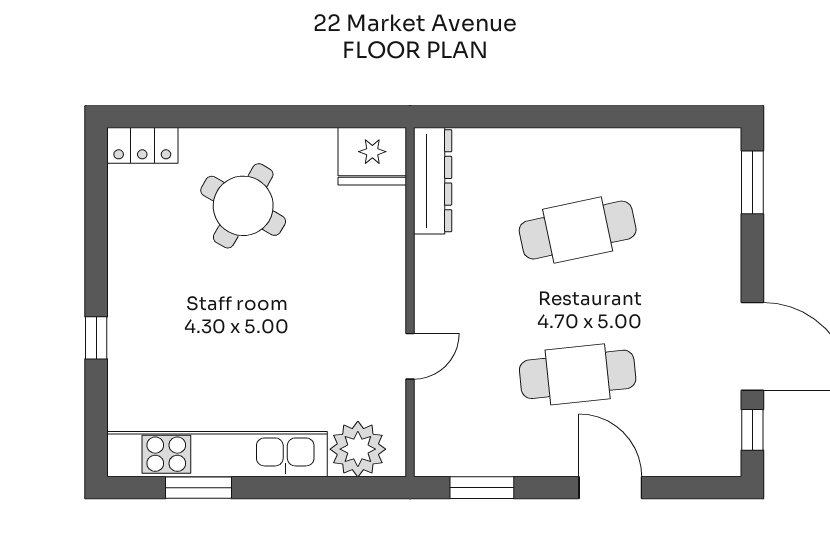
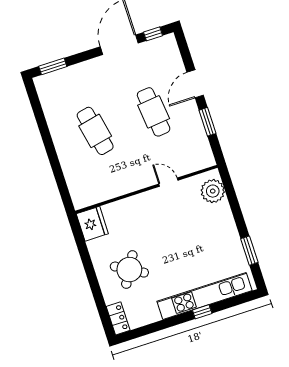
dresser: (433, 181) -> (94, 196), removed
kitchen unit: (217, 454) -> (204, 296), moved, turned 90
window: (482, 488) -> (208, 122), moved

